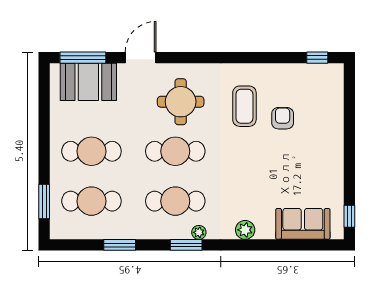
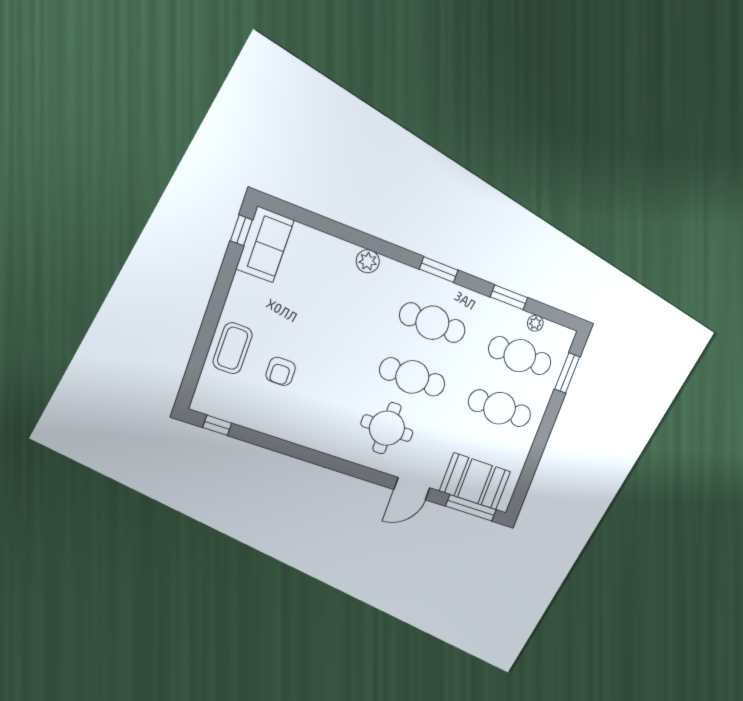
coffee table: (244, 106) -> (233, 348), moved
sofa: (303, 224) -> (265, 245), moved, turned -90
plant: (199, 232) -> (535, 323), moved

